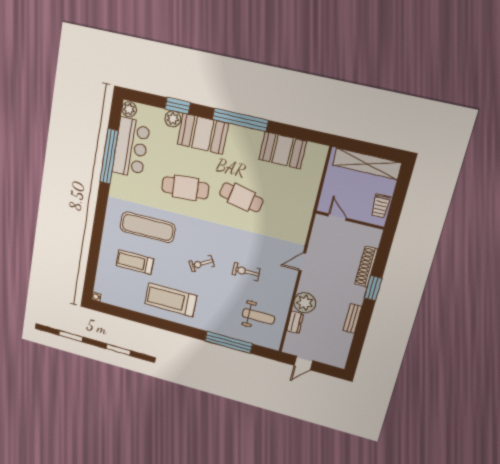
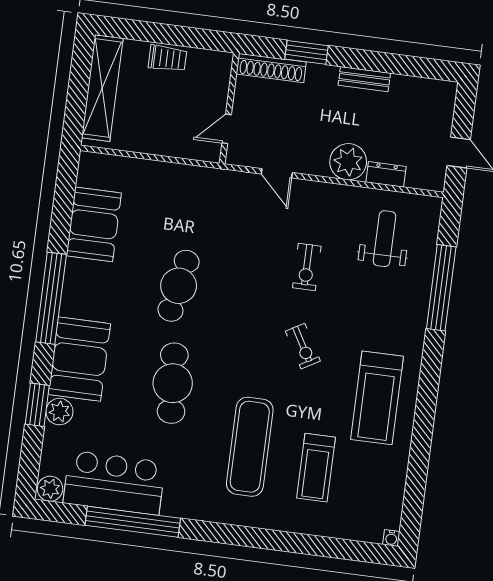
door: (337, 217) -> (227, 129), moved
wall: (350, 220) -> (229, 108), moved

